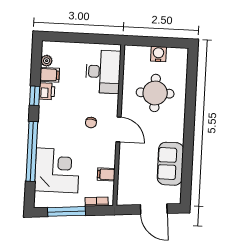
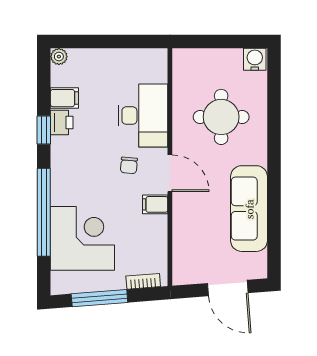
water cooler: (158, 54) -> (255, 59), moved
plant: (47, 61) -> (59, 57), moved
desk: (103, 72) -> (143, 116), moved
sofa: (170, 164) -> (249, 209), width x1.36
filing cabinet: (106, 174) -> (155, 204), moved

